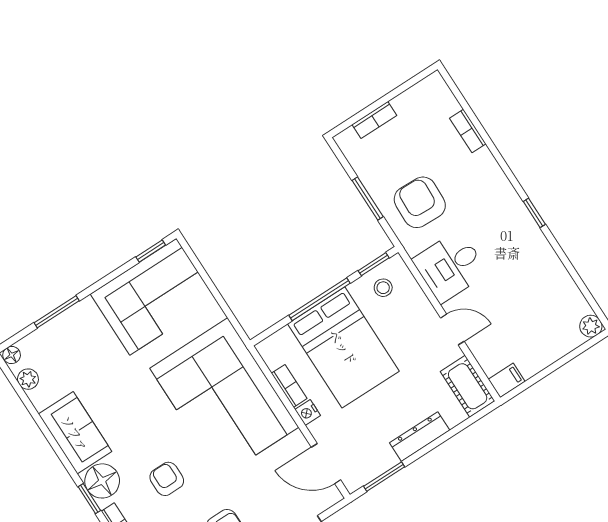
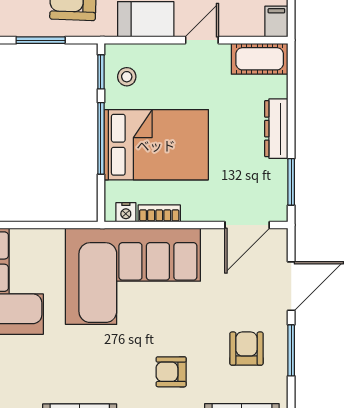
nightstand: (308, 412) -> (126, 212), moved

